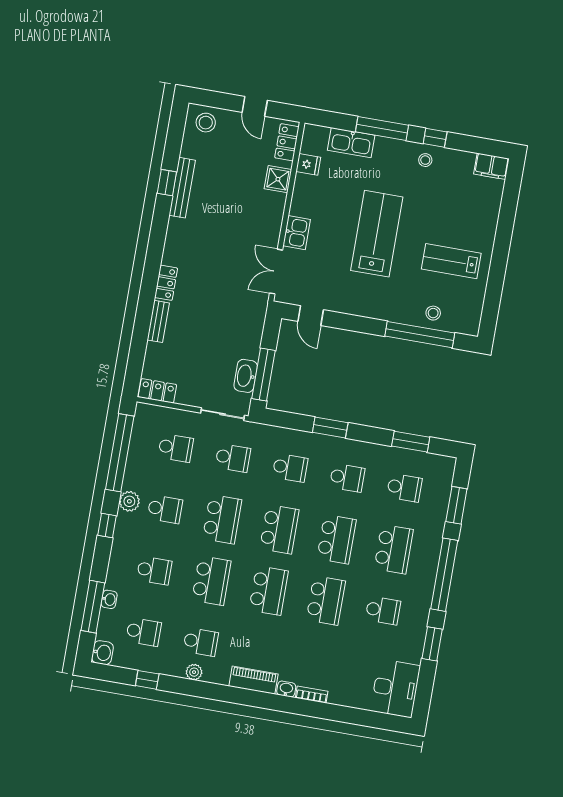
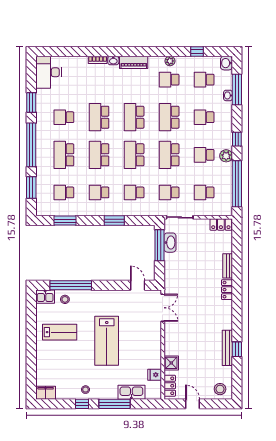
kitchen sink: (297, 233) -> (45, 297), moved, turned -90

